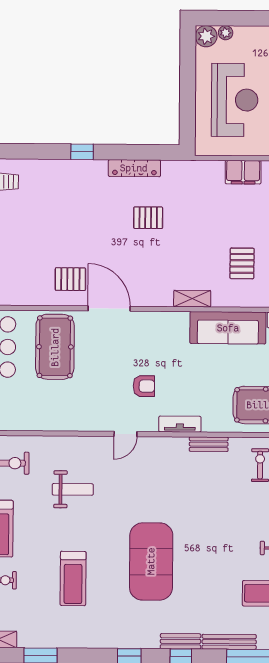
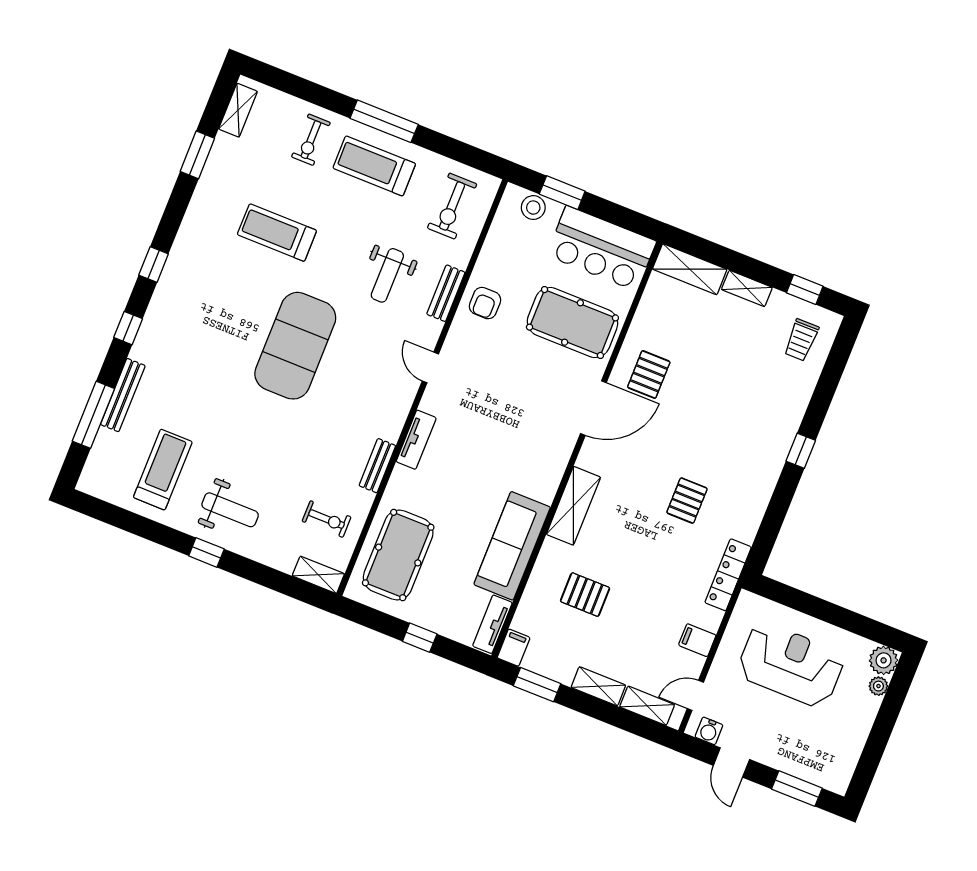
reception desk: (235, 100) -> (791, 665), turned 180
locker: (134, 168) -> (728, 575), moved
filing cabinet: (243, 172) -> (697, 640), width x0.50
shelving: (192, 299) -> (573, 506), width x1.50, depth x1.33
armchair: (144, 386) -> (485, 303), moved
exercise mat: (151, 561) -> (295, 346), moved, turned 90
bench: (181, 641) -> (446, 293), moved

